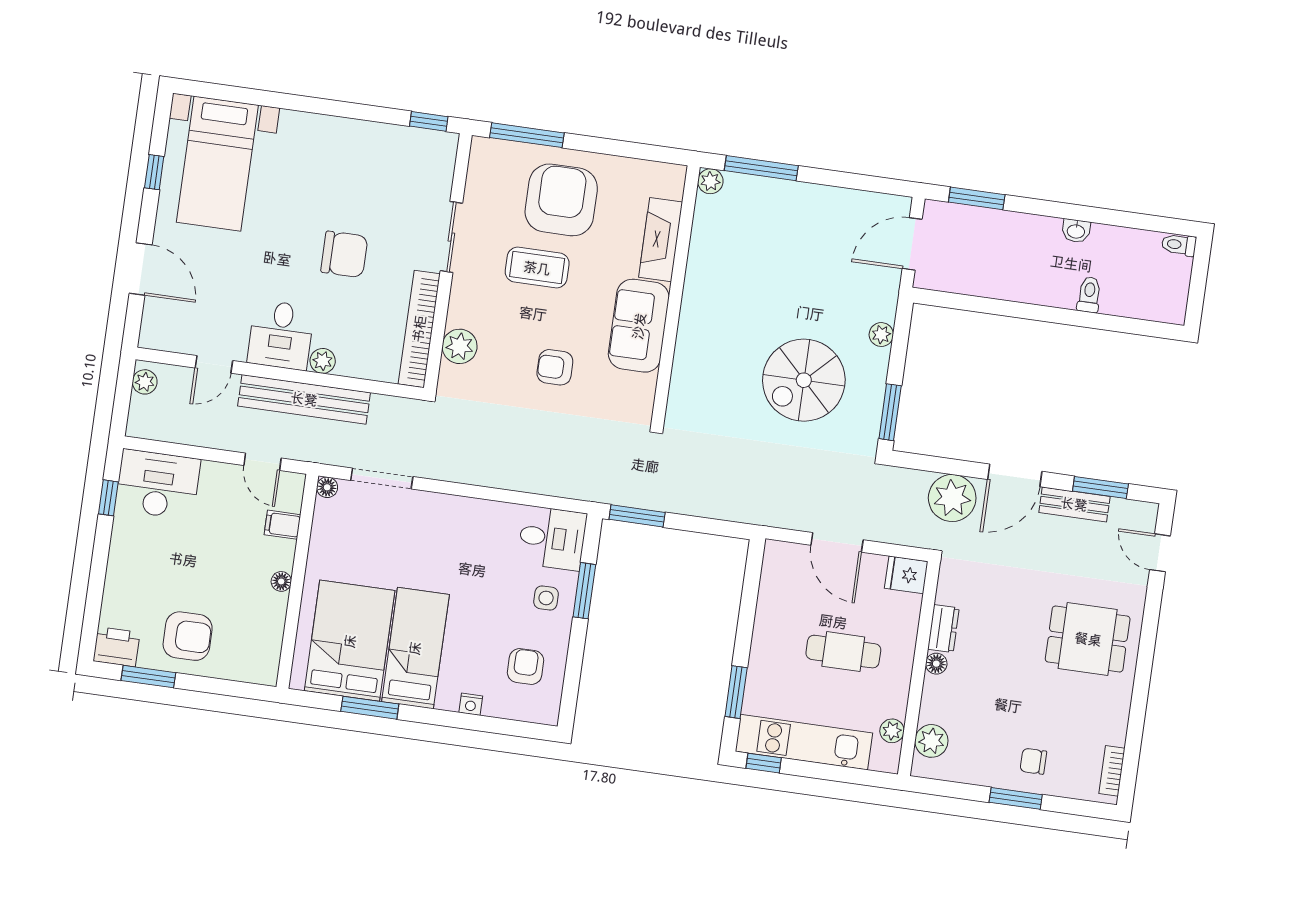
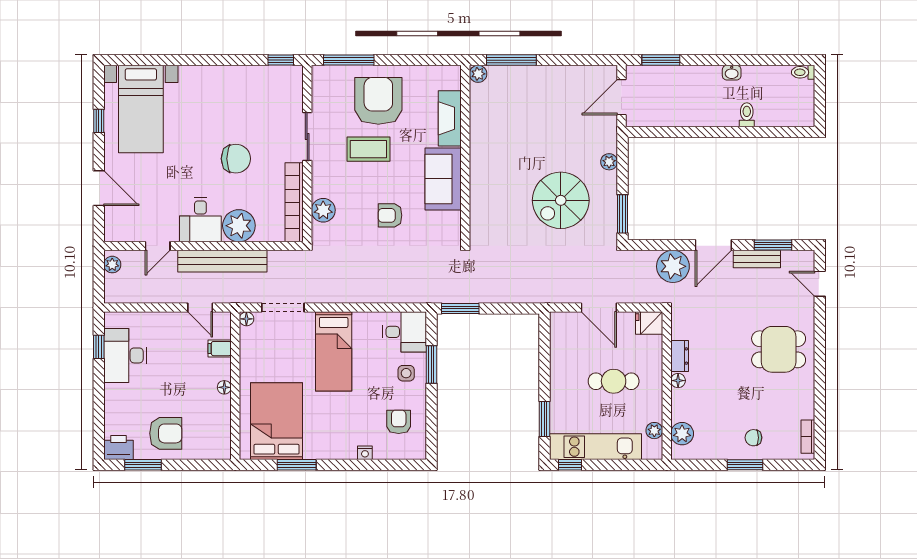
plant: (323, 361) -> (239, 226), width x1.87, depth x1.87
desk: (158, 484) -> (125, 355), moved, turned -90
bed: (415, 648) -> (334, 351), moved, turned 180

